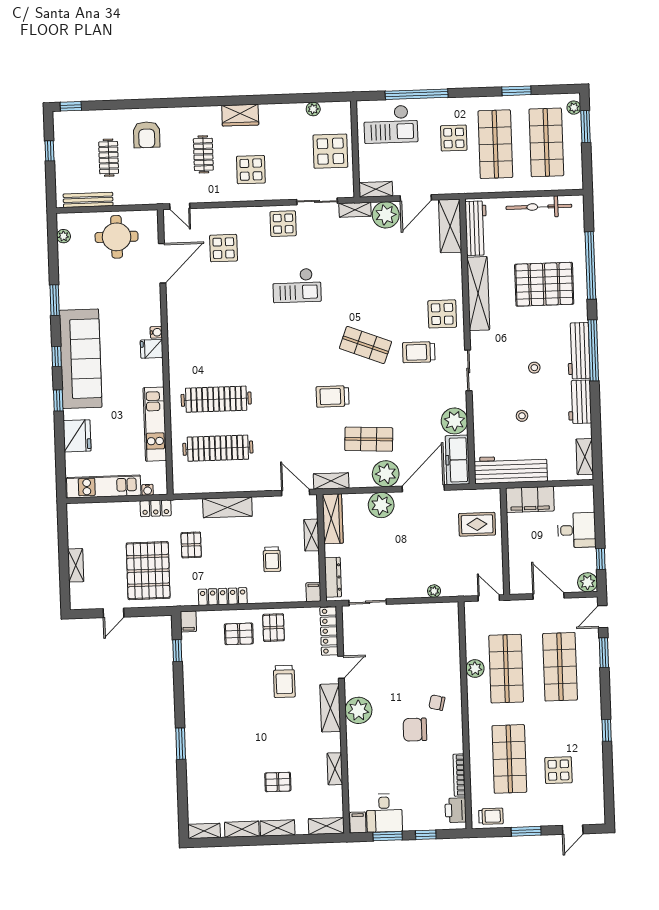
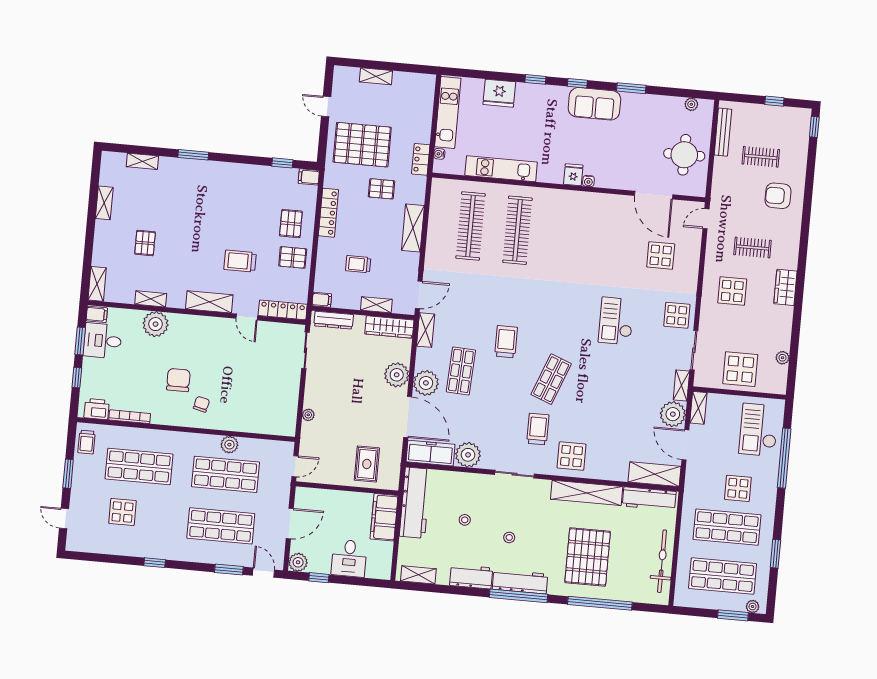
sofa: (81, 359) -> (594, 104), width x0.54, depth x0.79
plant: (358, 710) -> (156, 324), moved
shelving: (277, 828) -> (101, 237), removed
shelving: (204, 831) -> (142, 161), moved, turned 90

